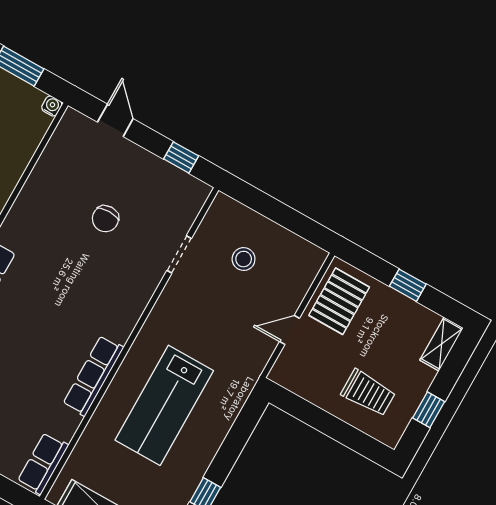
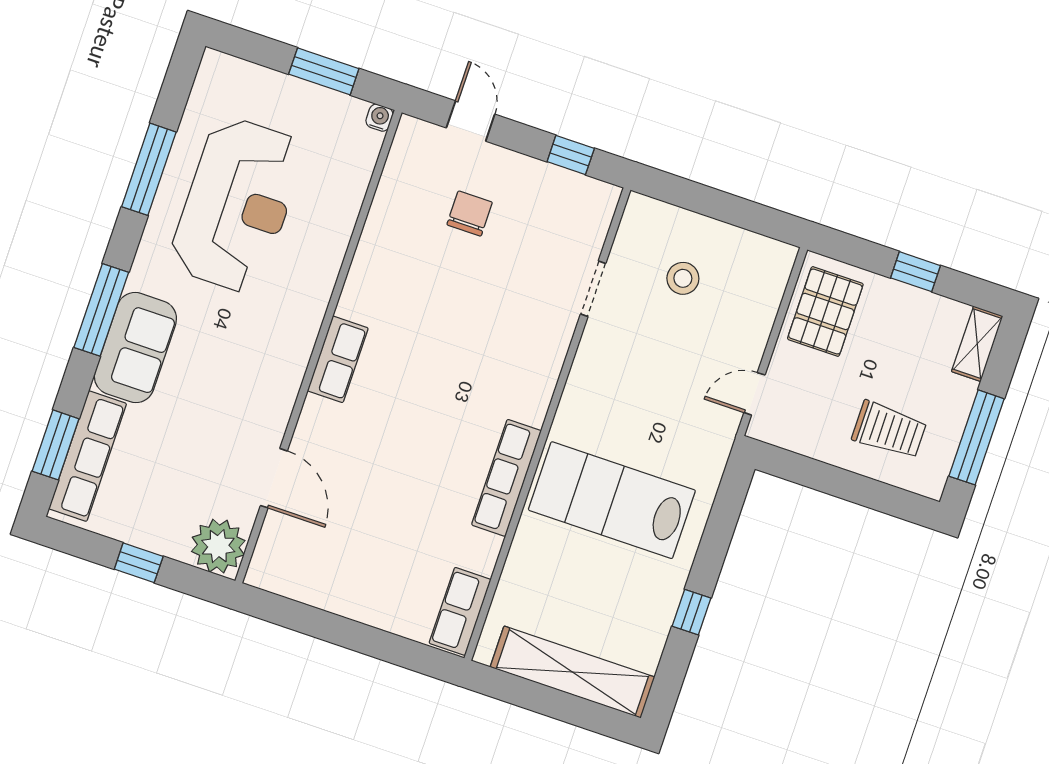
chair: (105, 219) -> (470, 213), moved, turned 180
door: (290, 330) -> (754, 394), moved
lab bench: (164, 405) -> (612, 500), turned 90
window: (429, 410) -> (977, 437), width x2.17

